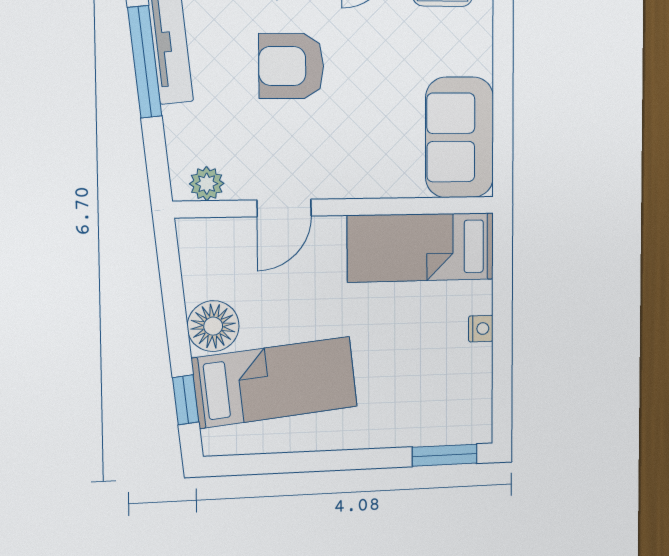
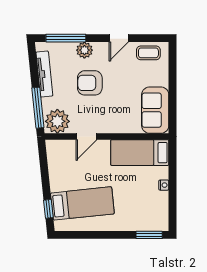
window: (145, 62) -> (38, 108), moved
plant: (207, 184) -> (57, 121), width x1.87, depth x1.87
floor lamp: (213, 326) -> (59, 181), removed

